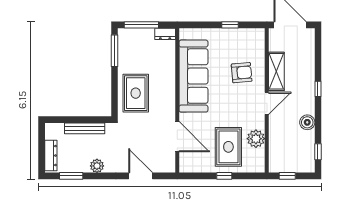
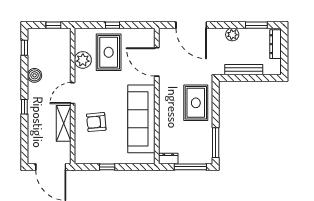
door: (141, 176) -> (191, 25), width x1.36

